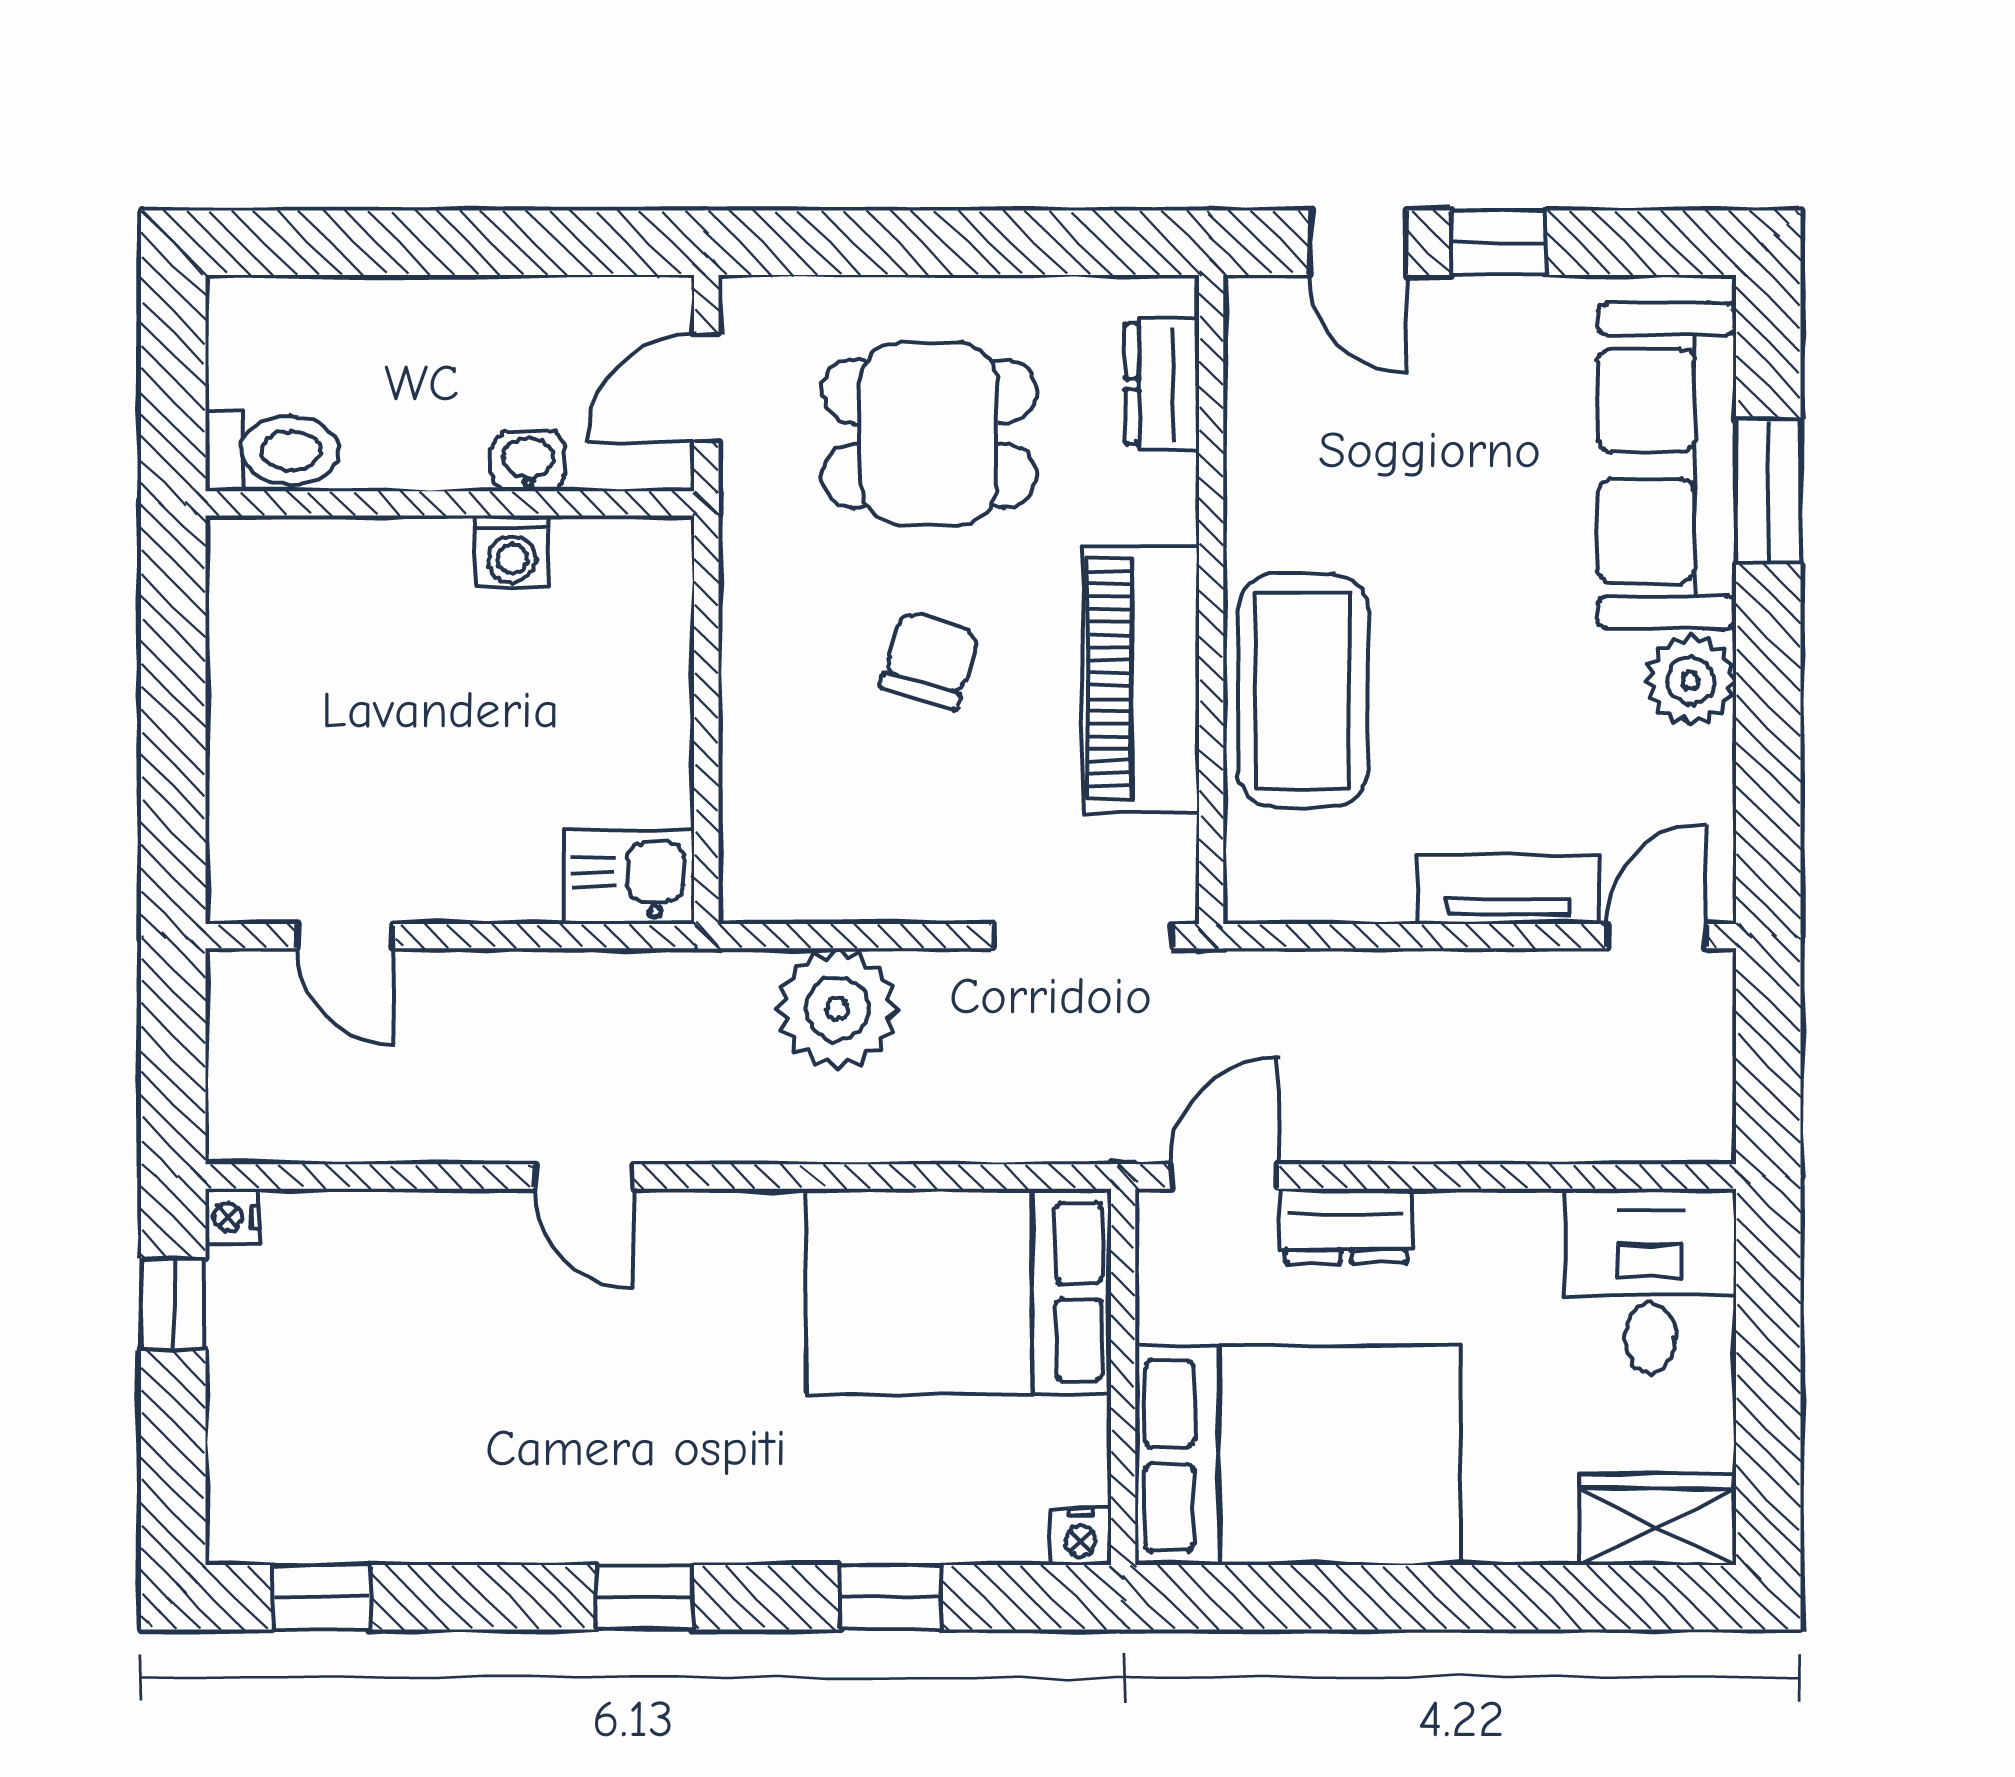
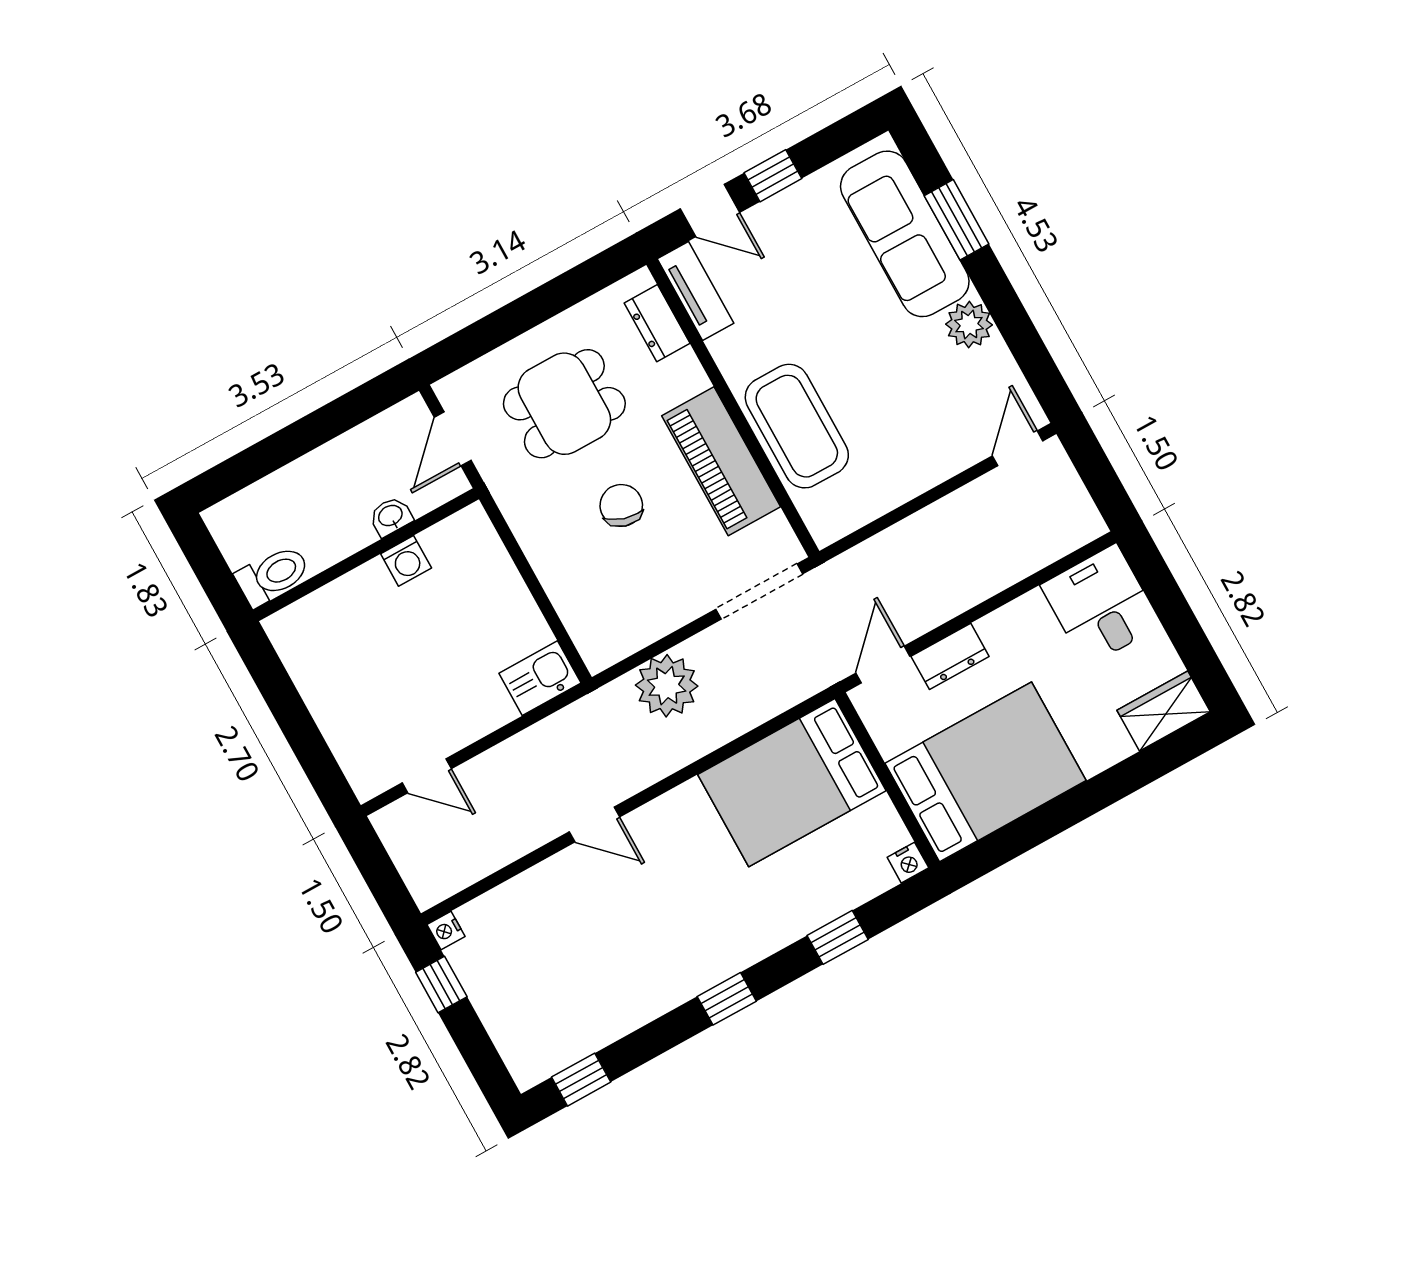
tv unit: (1509, 889) -> (696, 291), moved, turned 90

